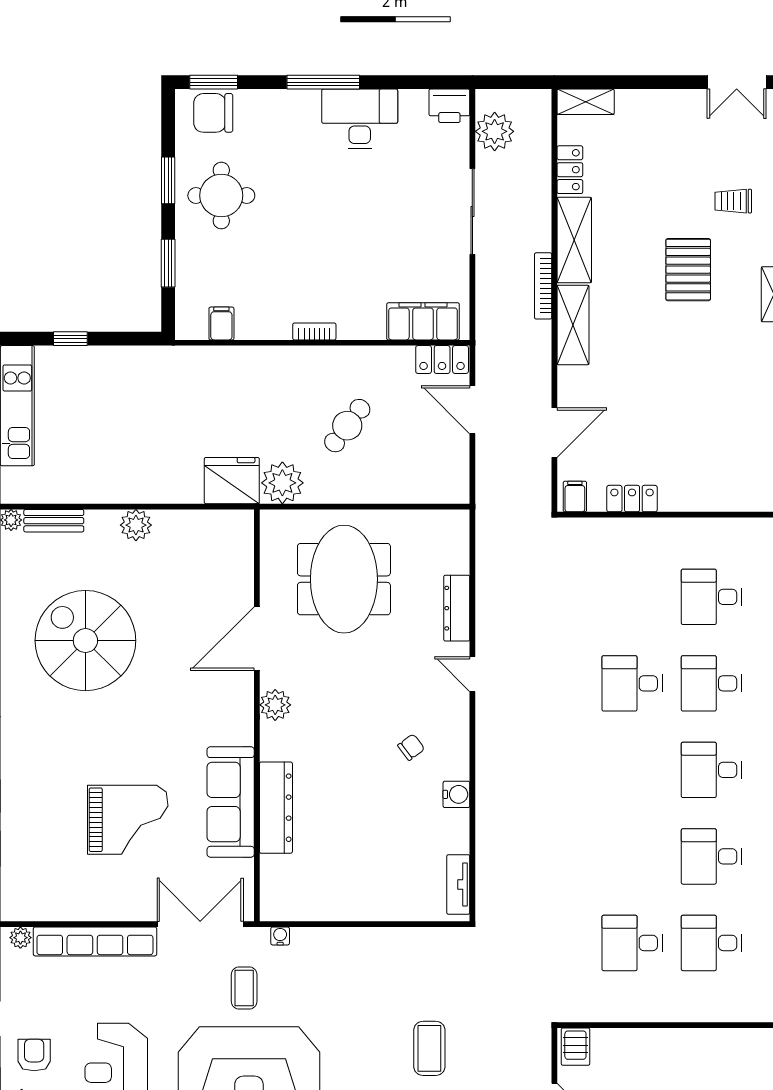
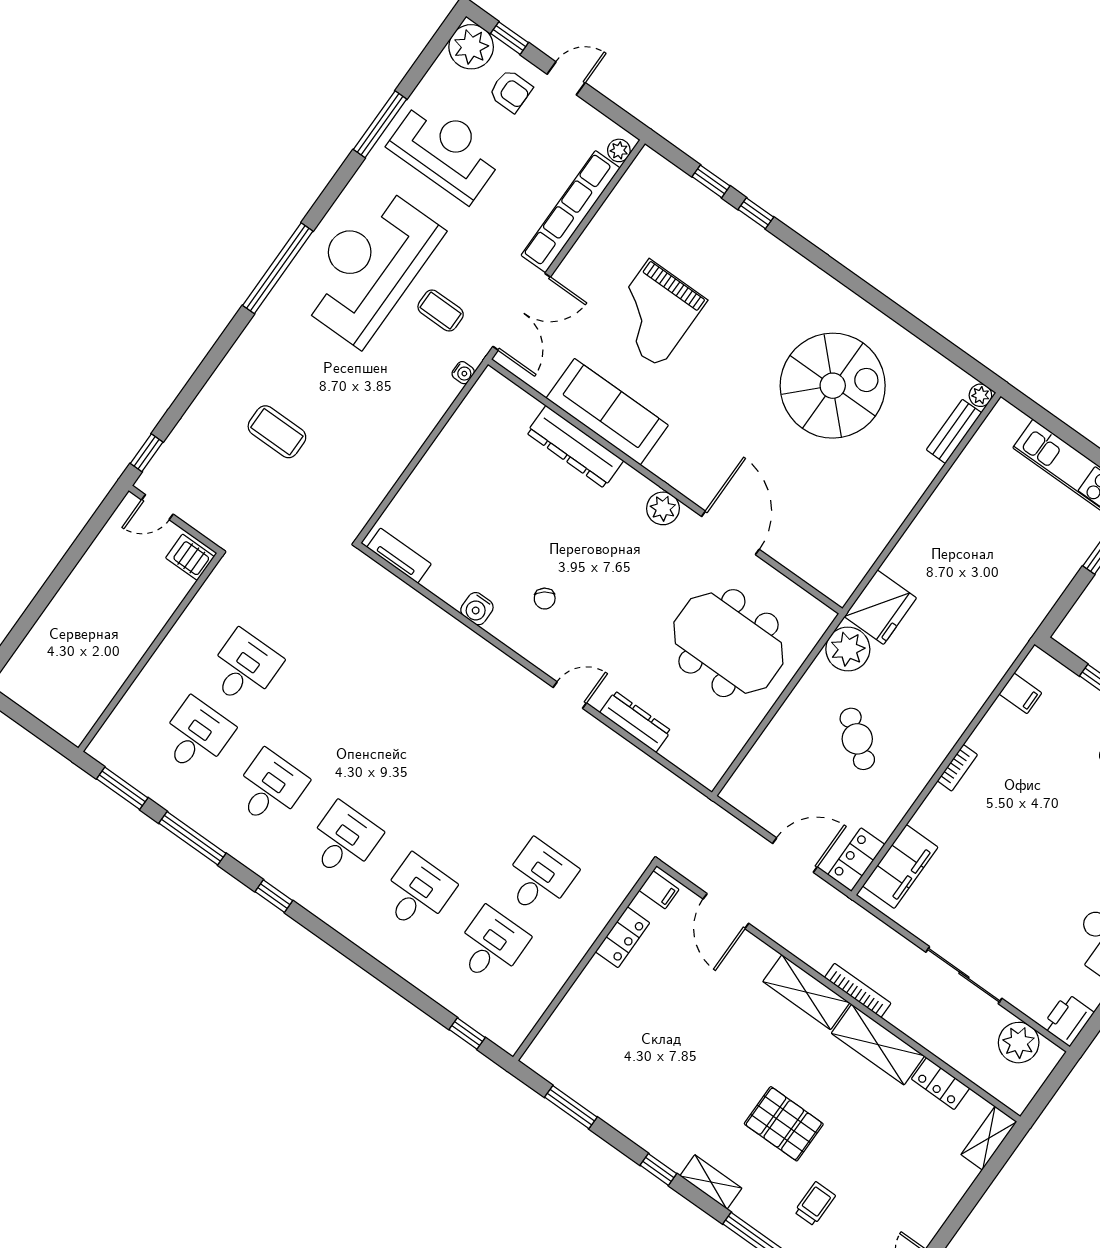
plant: (136, 525) -> (901, 499), removed
desk: (632, 683) -> (539, 878), moved

